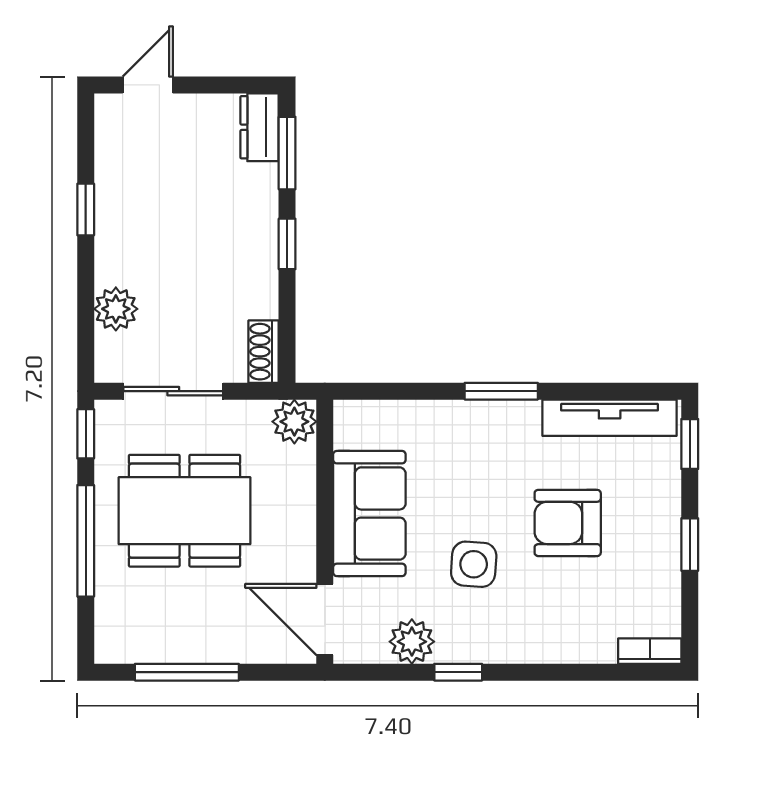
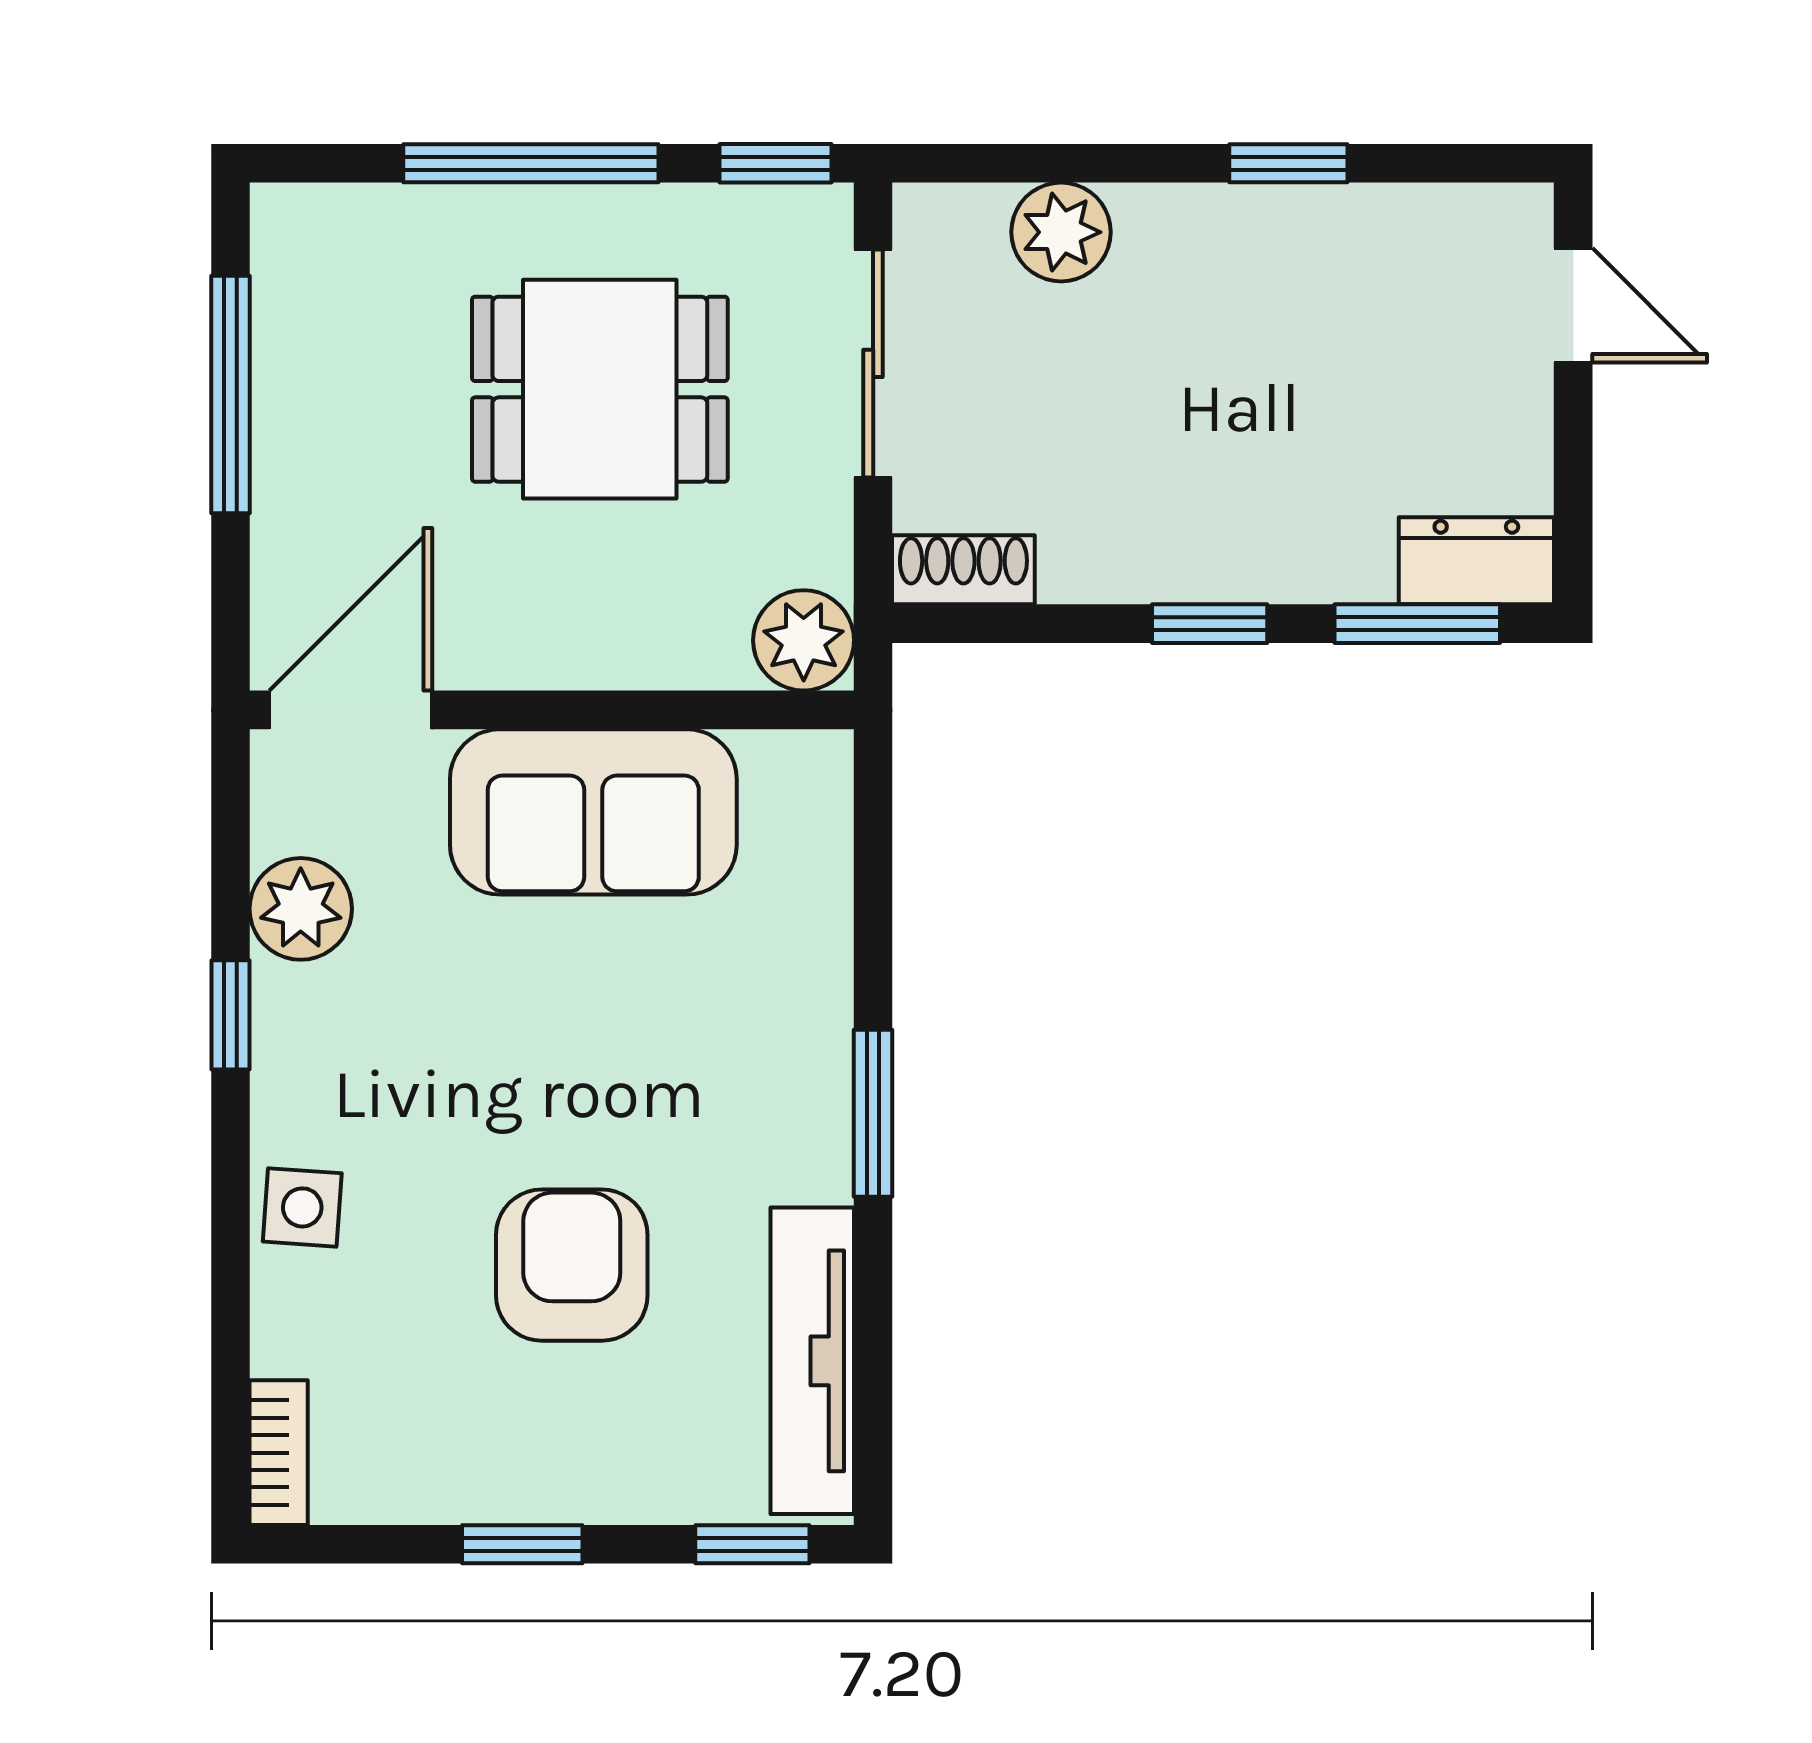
dining table: (185, 511) -> (600, 389), width x0.73
side table: (474, 564) -> (302, 1207), moved, width x0.73, depth x0.73

